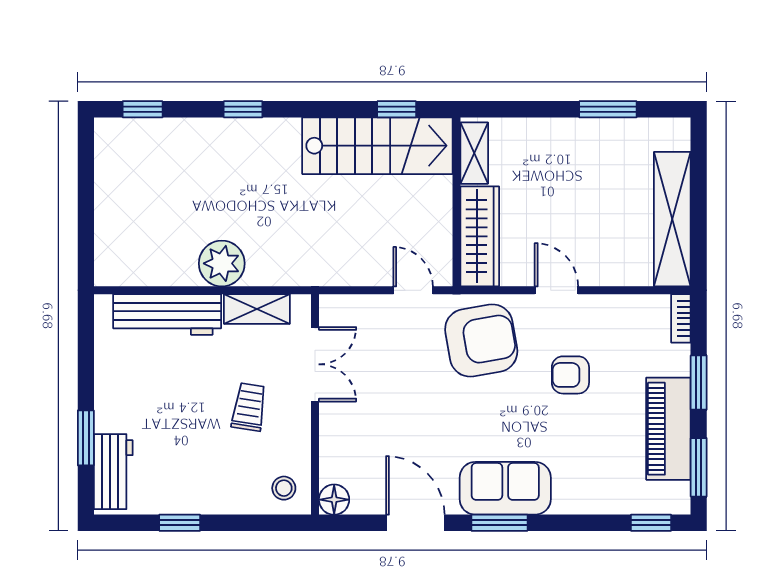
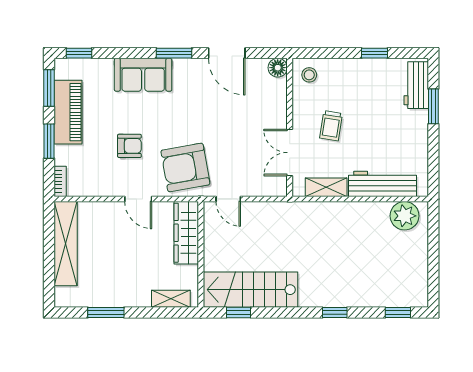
shelving: (474, 153) -> (171, 299), moved, turned 90
plant: (222, 263) -> (405, 216), moved
sofa: (505, 488) -> (143, 75), moved

